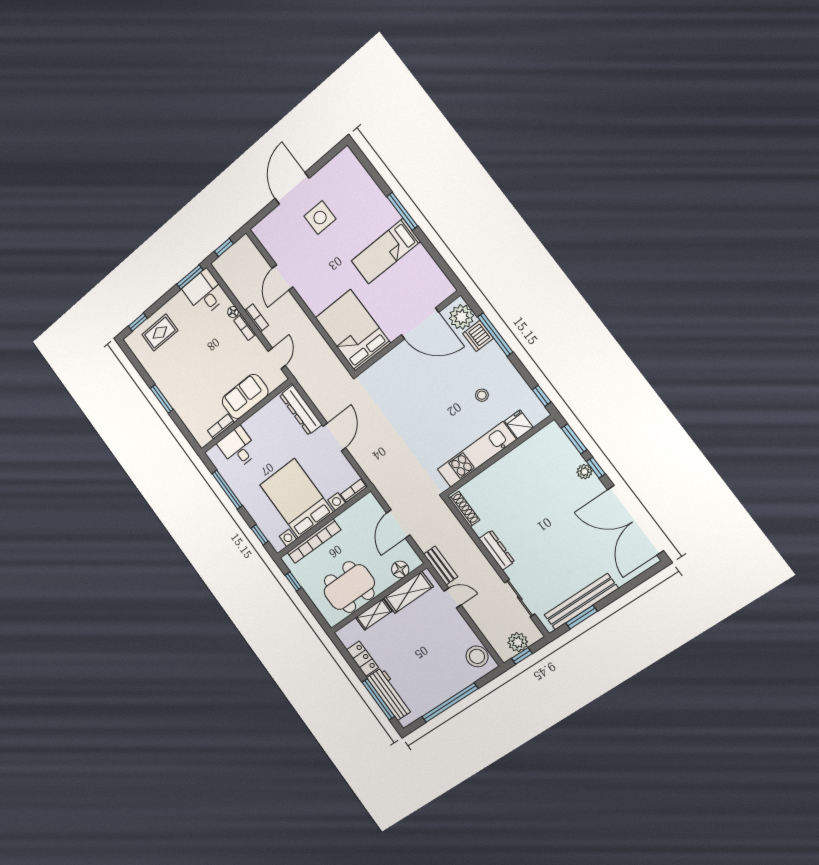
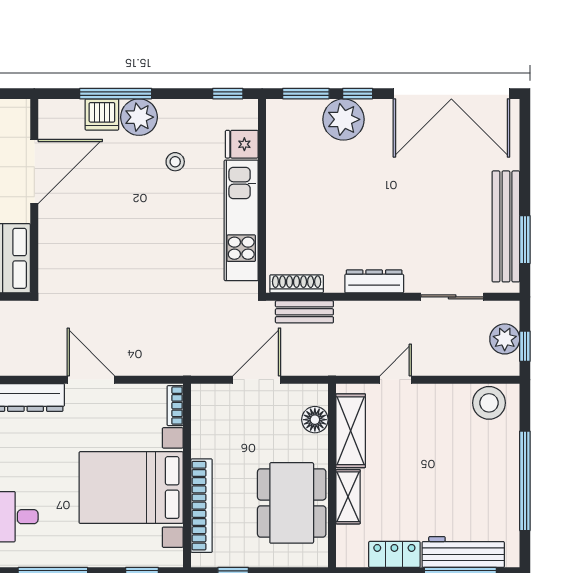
plant: (462, 317) -> (139, 117), moved
plant: (585, 472) -> (343, 119), width x1.87, depth x1.87
door: (398, 524) -> (257, 380), swing flipped
bench: (441, 565) -> (304, 312), moved

